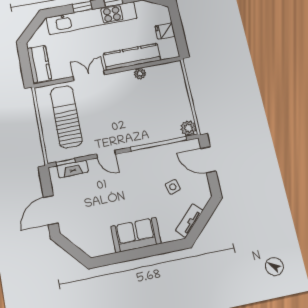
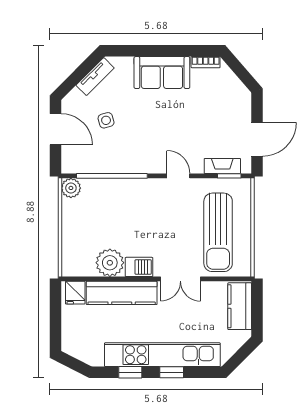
fridge: (165, 31) -> (75, 293), moved, turned 90
plant: (140, 74) -> (110, 263), width x1.88, depth x1.88
barbecue: (123, 79) -> (139, 267), added
door: (208, 160) -> (56, 129), moved
door: (51, 210) -> (257, 139), moved
bookcase: (102, 251) -> (206, 62), added

